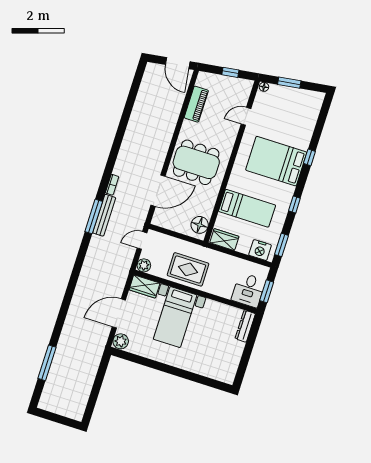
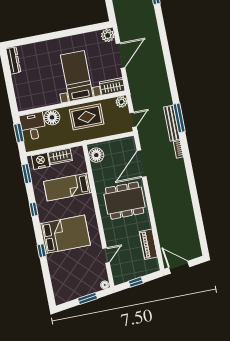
wardrobe: (224, 240) -> (60, 156), moved
floor lamp: (224, 289) -> (52, 117), added
dresser: (245, 326) -> (13, 61), moved

